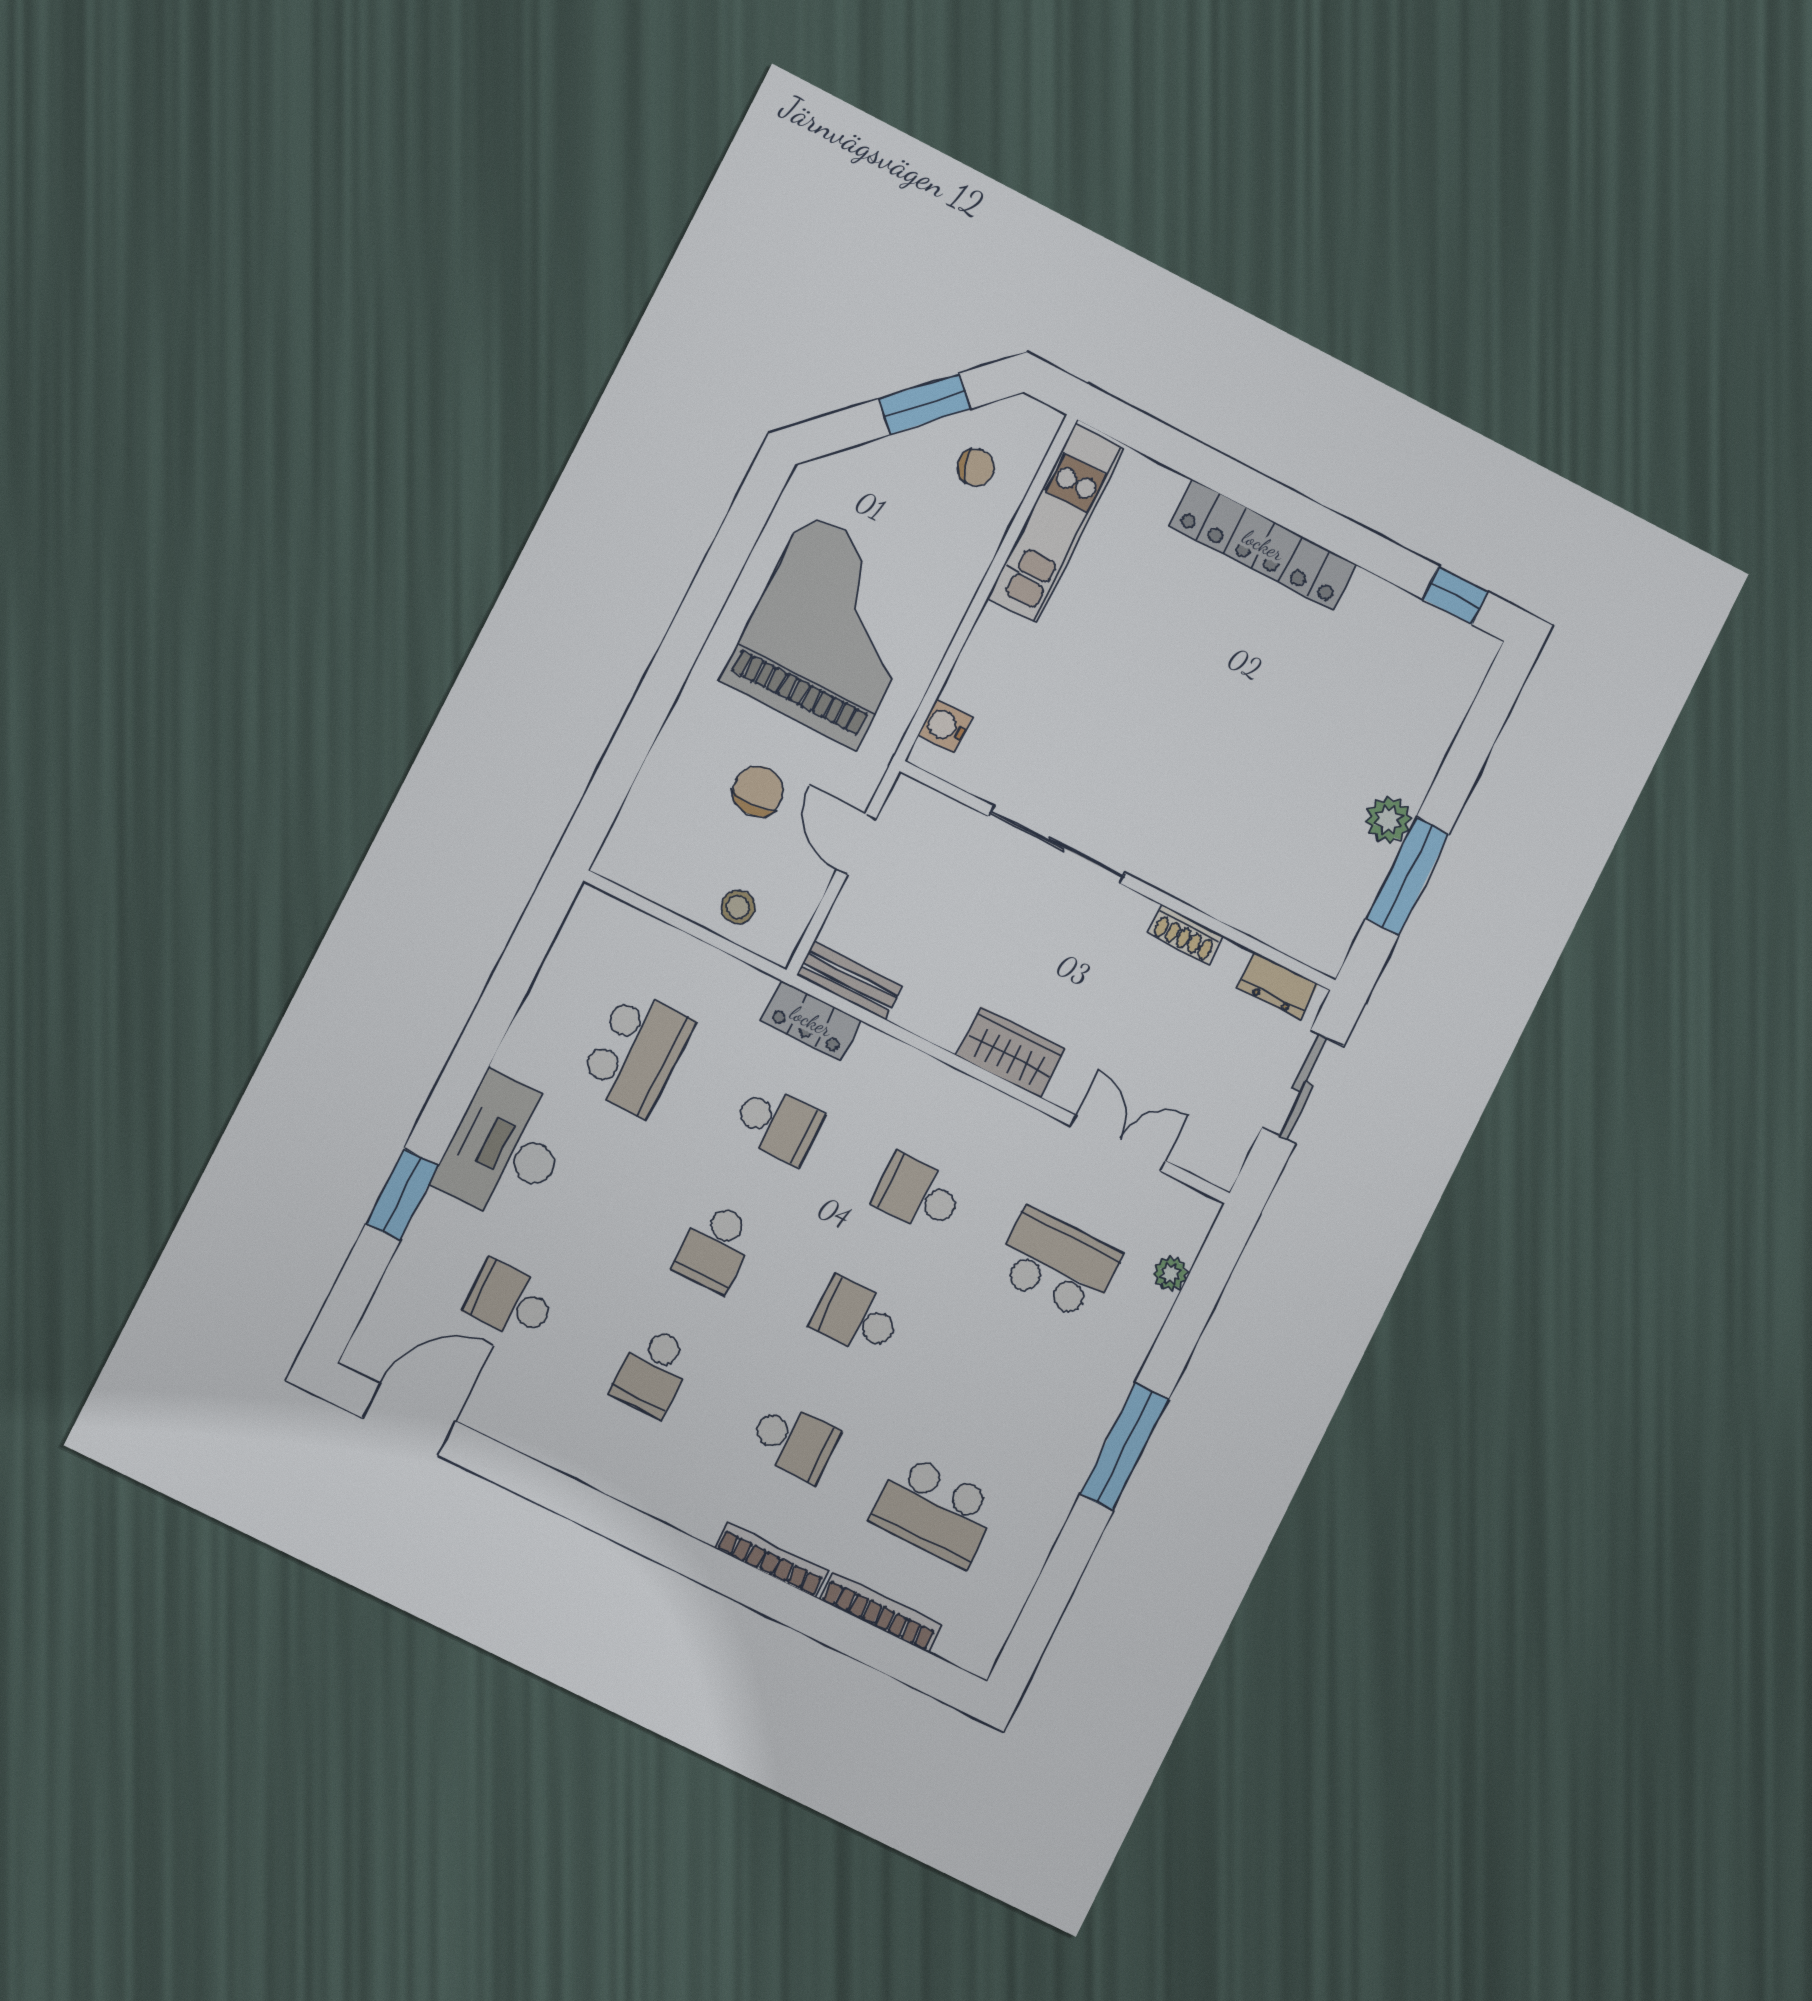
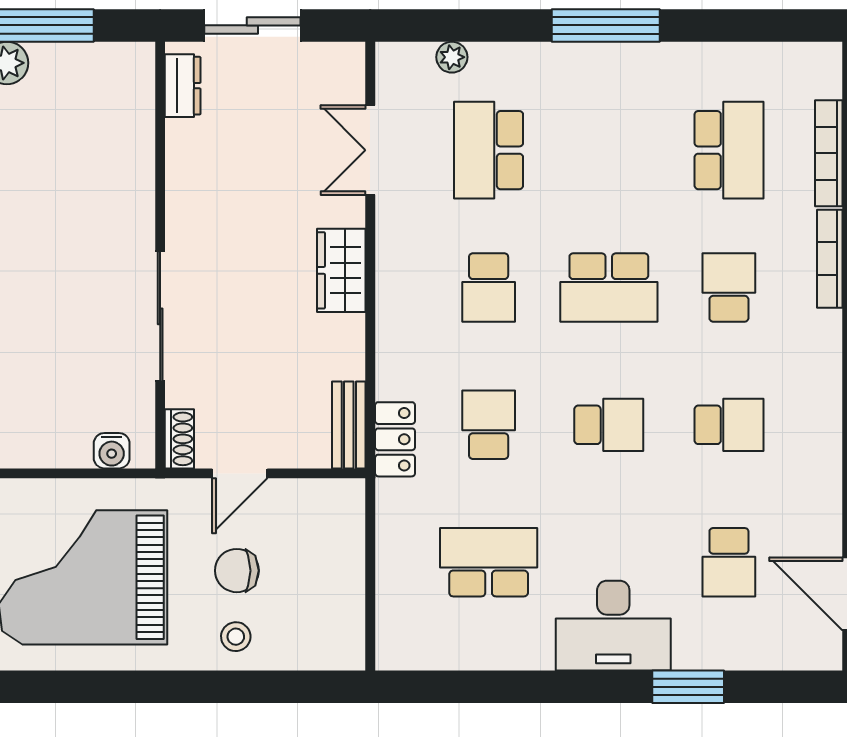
stool: (738, 907) -> (236, 637), moved
shoe rack: (1185, 934) -> (179, 439), moved
school desk: (856, 1317) -> (609, 287), width x1.85

